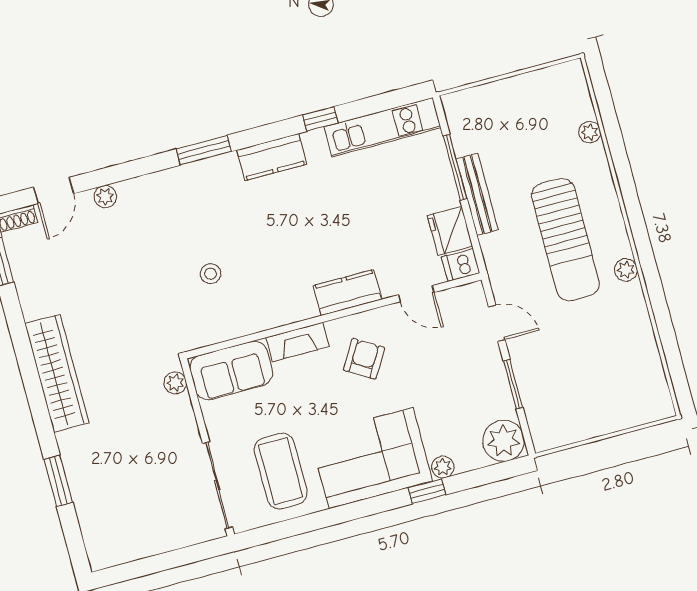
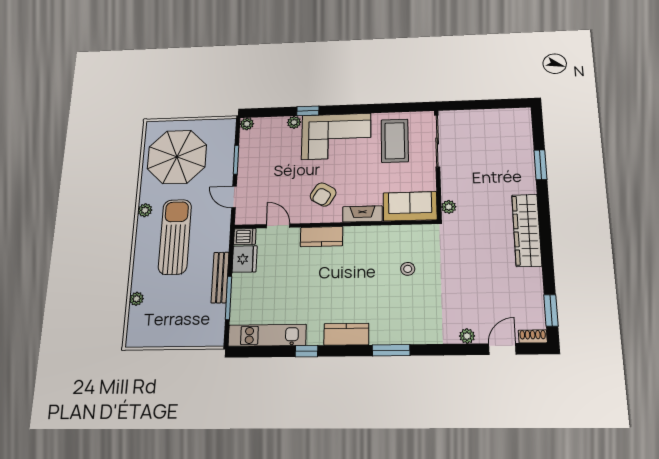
parasol: (607, 367) -> (177, 157), added
plant: (503, 441) -> (247, 124), width x0.53, depth x0.53

